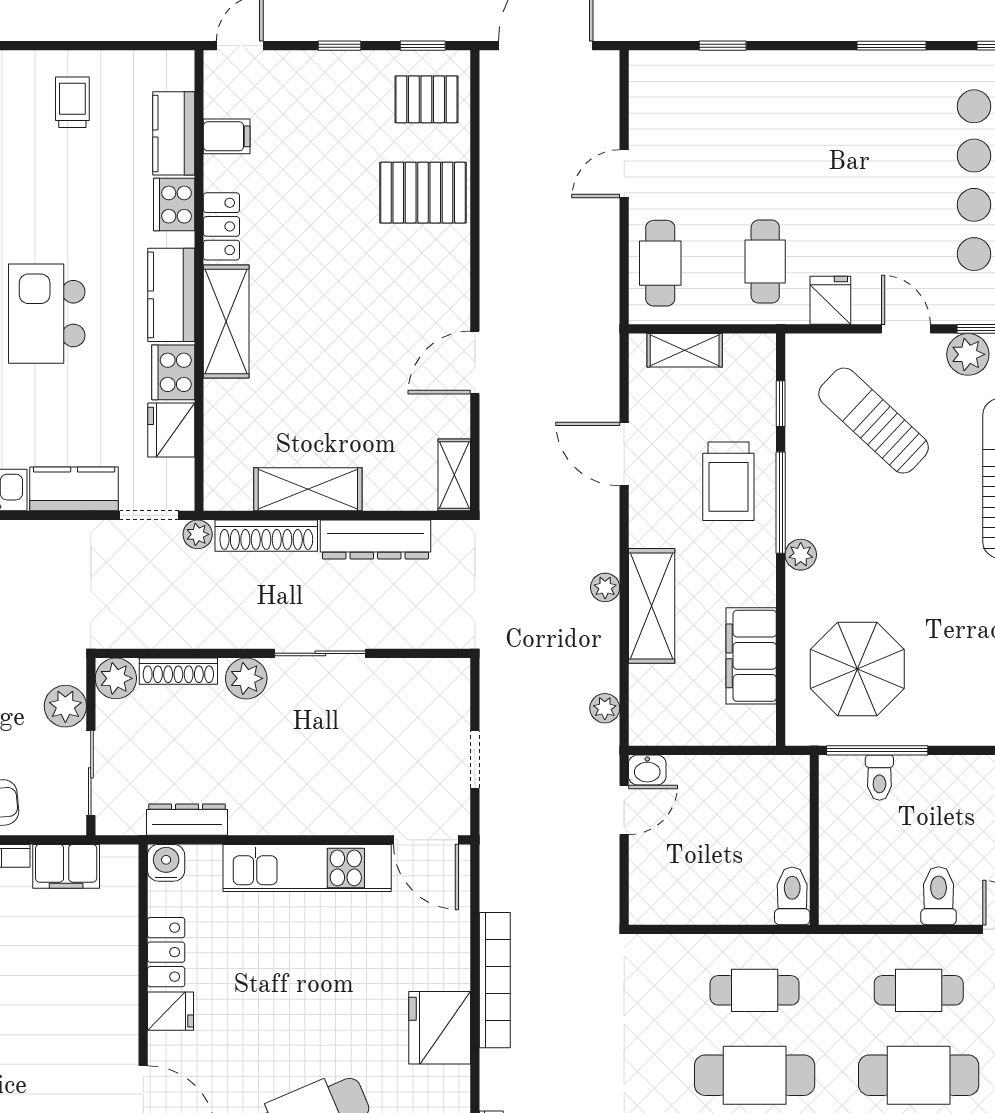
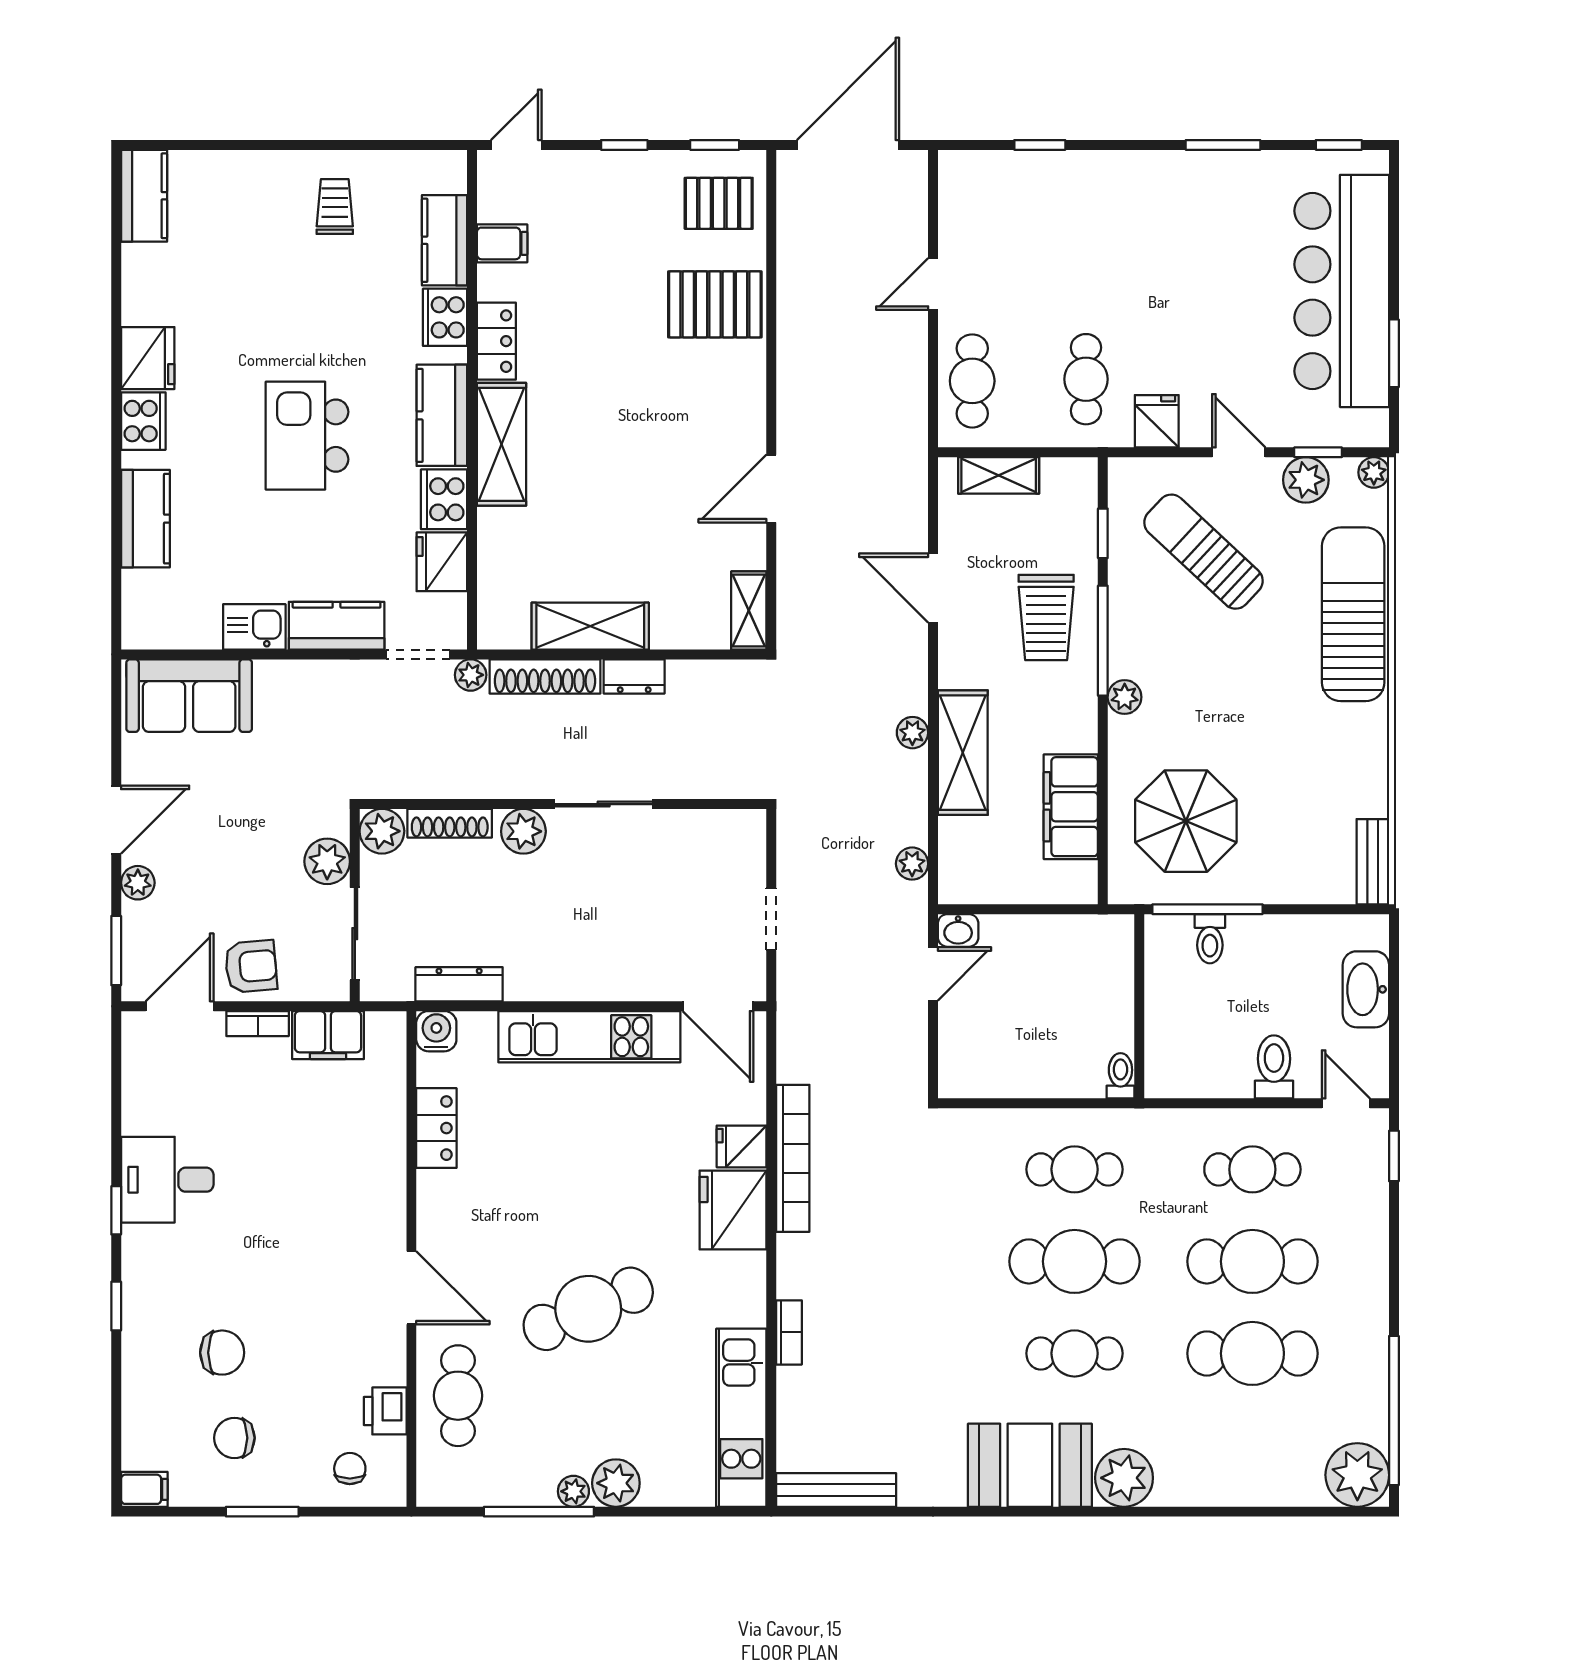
dresser: (375, 539) -> (634, 676), width x0.51, depth x0.80
toilet: (792, 896) -> (1120, 1076), width x0.73, depth x0.72
fridge: (170, 1011) -> (742, 1146), moved, turned 180

